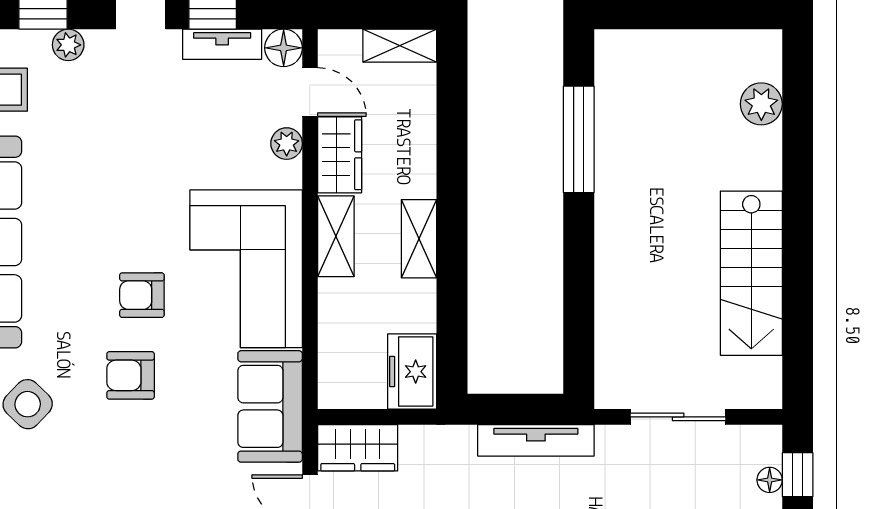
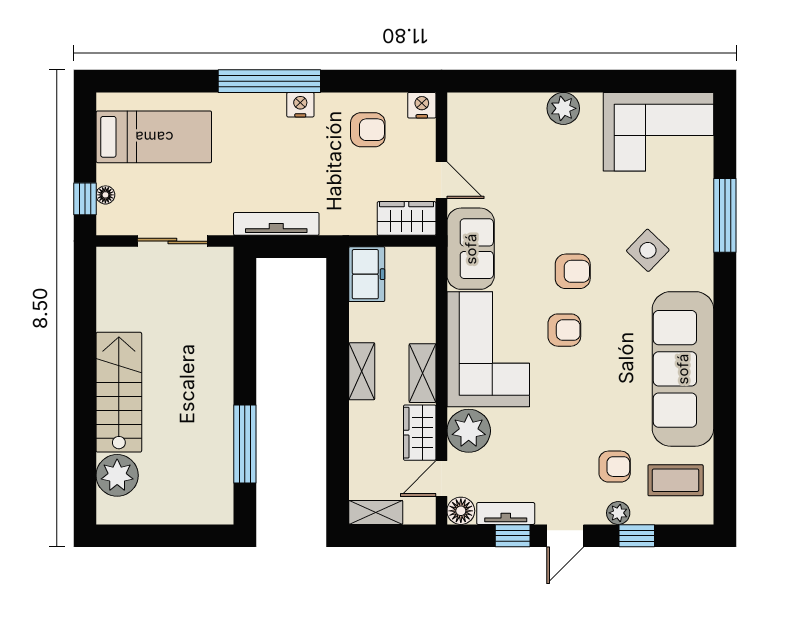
door: (310, 92) -> (441, 479), hinge flipped
plant: (761, 104) -> (117, 475), width x1.36, depth x1.36
armchair: (73, 108) -> (615, 467), added
plant: (287, 144) -> (469, 431), width x1.87, depth x1.87
stairs: (751, 273) -> (119, 392), moved

